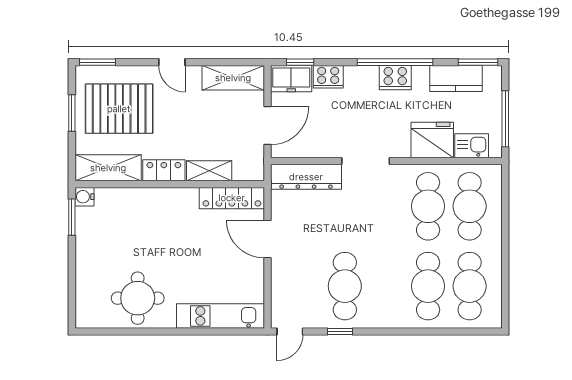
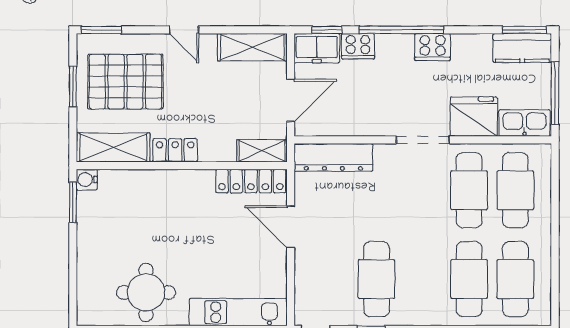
window: (395, 62) -> (401, 30), moved
kitchen counter: (456, 78) -> (522, 48), moved
kitchen sink: (472, 146) -> (524, 123), width x1.38
doorway: (366, 161) -> (423, 140), moved
shelving: (209, 171) -> (262, 151), moved

